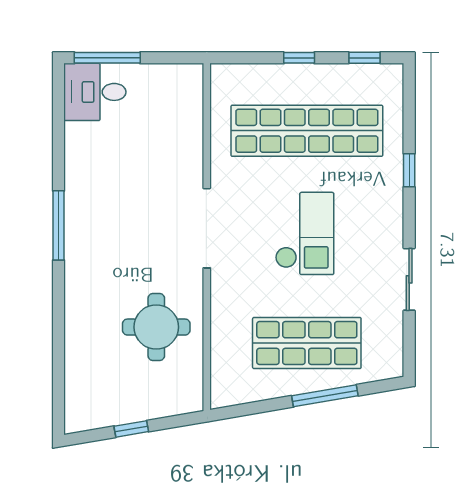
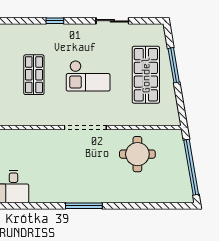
shop shelf: (307, 131) -> (34, 75), width x0.50, depth x0.74
checkout: (305, 233) -> (88, 76), turned 180
window: (131, 429) -> (191, 167), width x3.17

